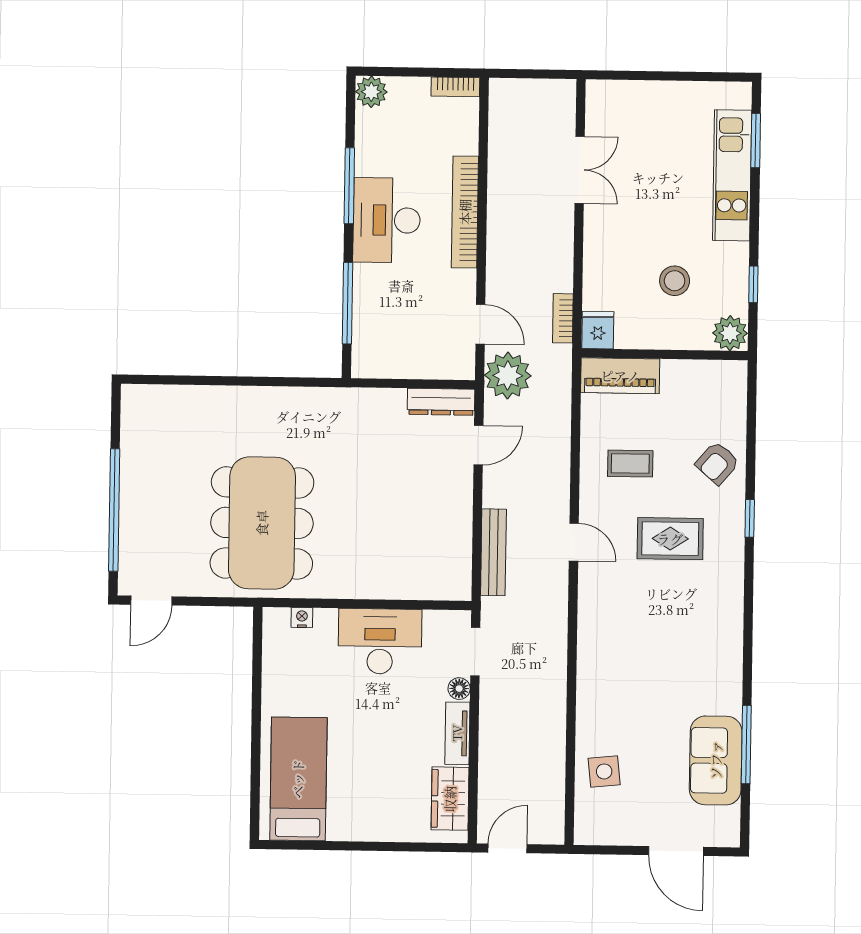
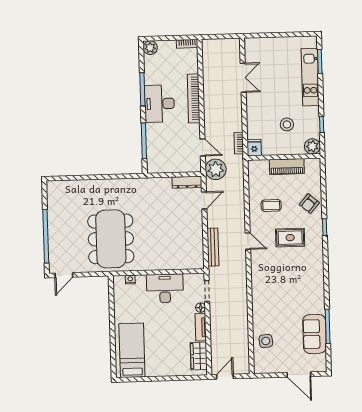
piano: (620, 376) -> (287, 167), moved

